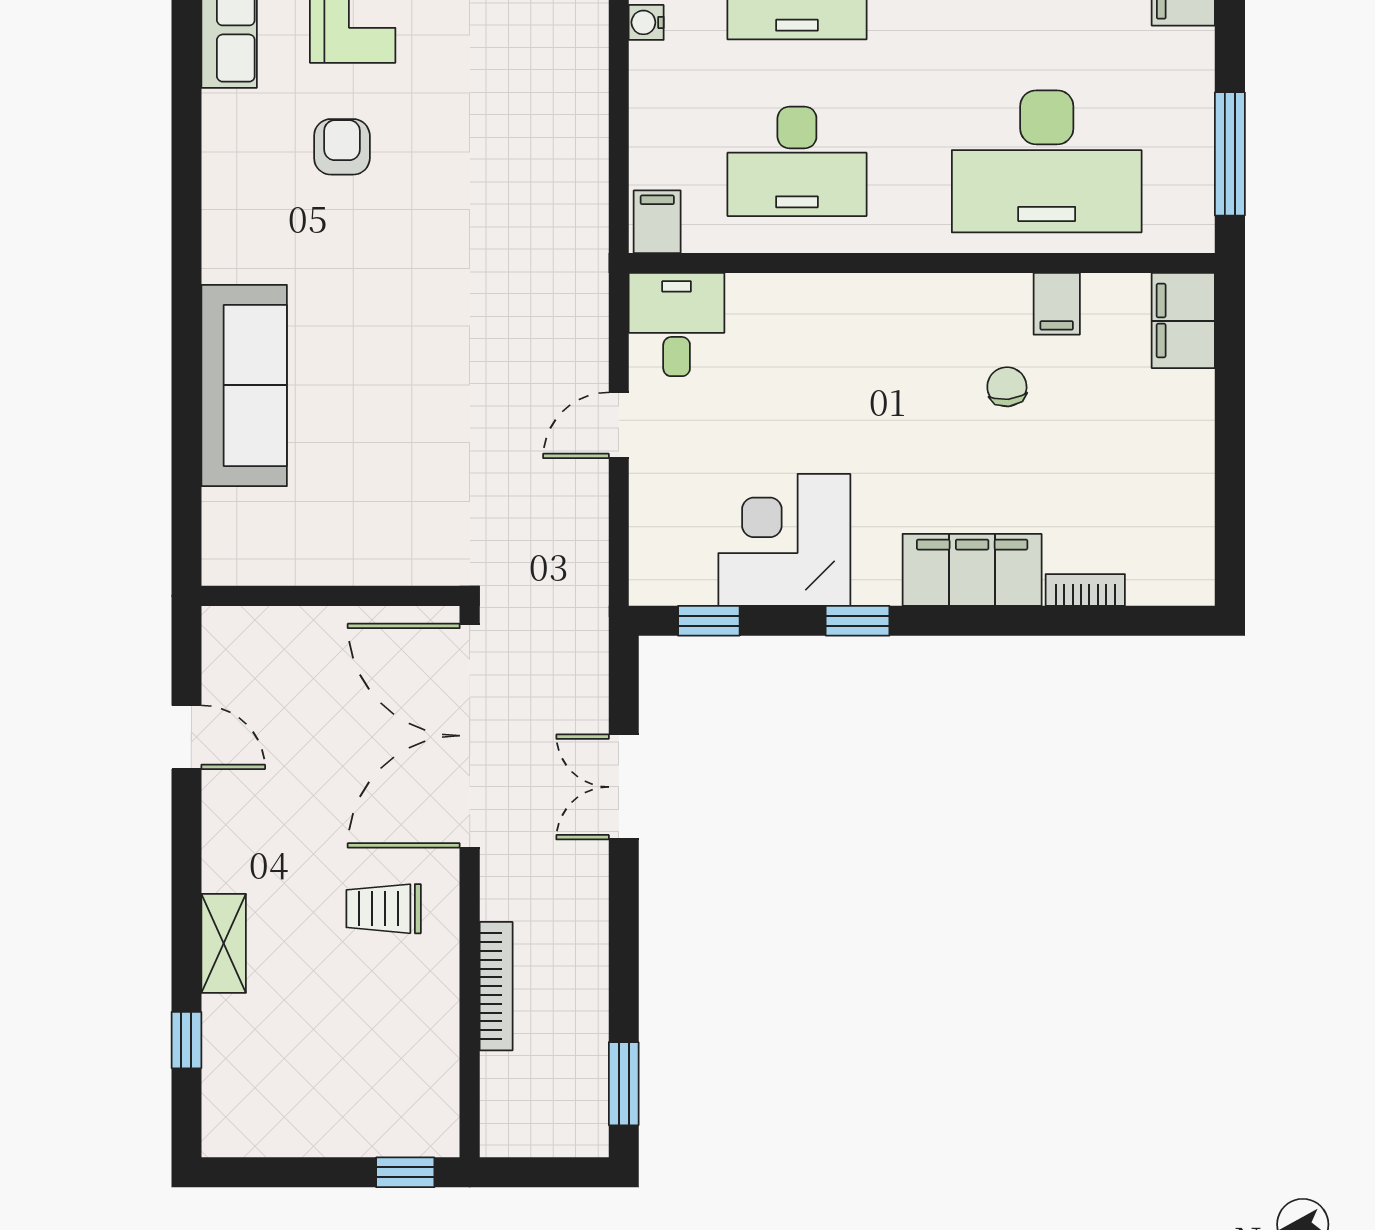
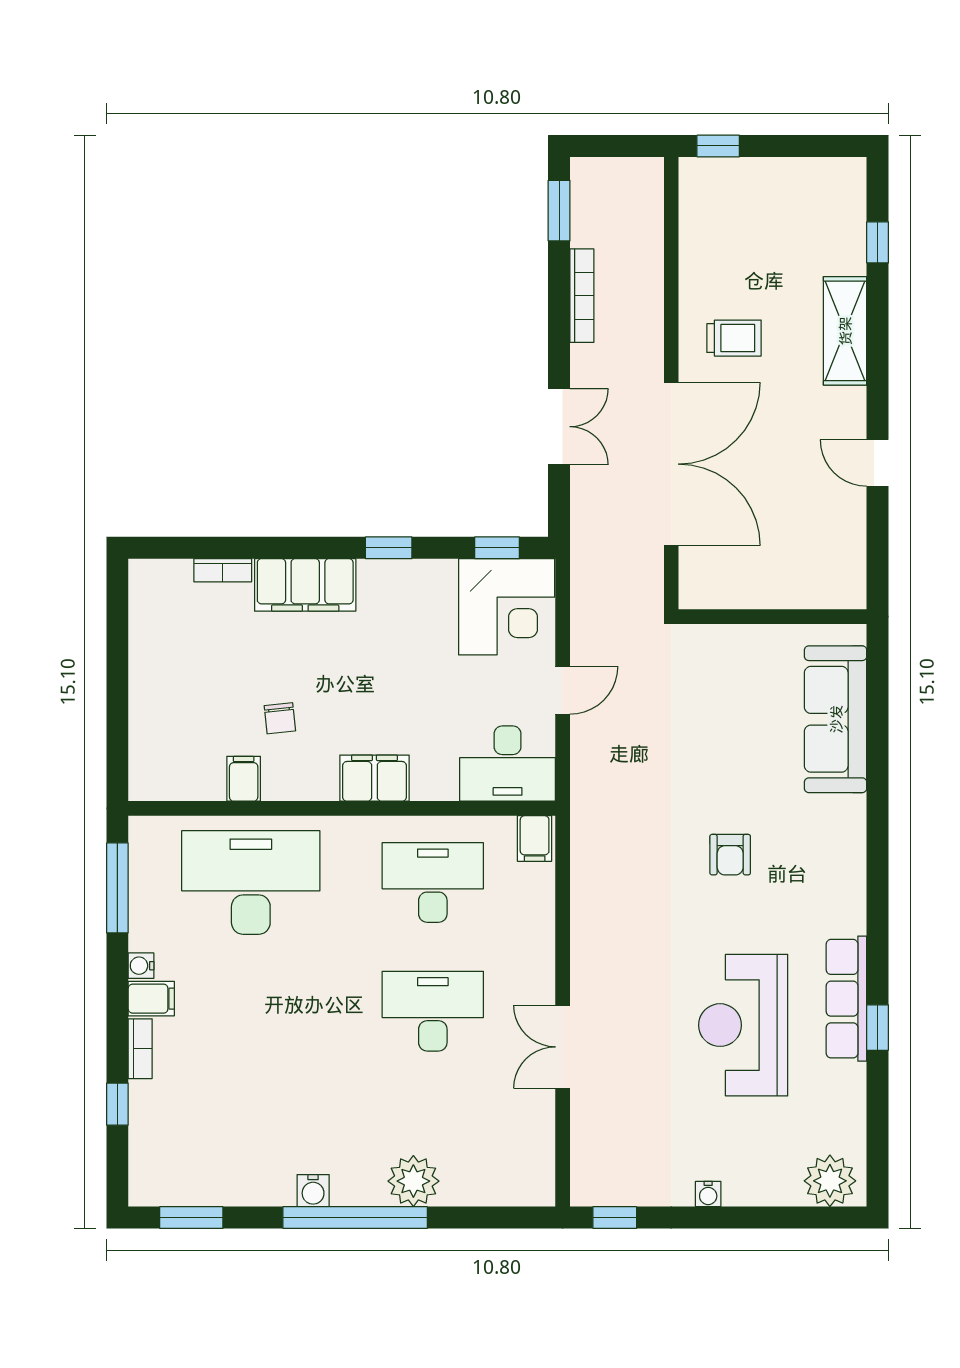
water cooler: (646, 22) -> (141, 966), moved, turned 180
armchair: (342, 147) -> (730, 855), moved
filing cabinet: (1183, 321) -> (374, 778), moved, turned -90
desk: (677, 325) -> (508, 764), width x1.37
corner desk: (784, 540) -> (507, 607), moved
wall: (331, 596) -> (773, 617), moved
shelving: (224, 943) -> (845, 331), width x1.50, depth x1.33
bookcase: (496, 986) -> (582, 296), moved, turned 180

